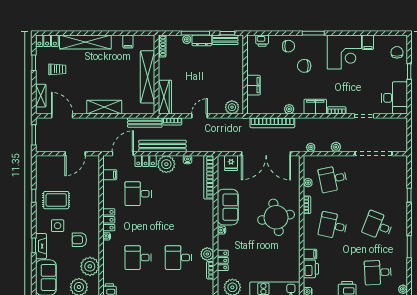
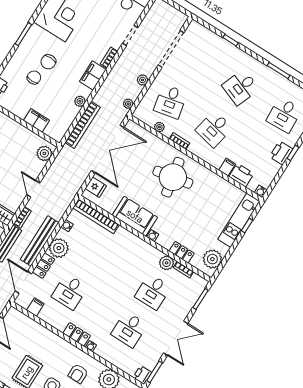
chair: (288, 46) -> (34, 77), moved

